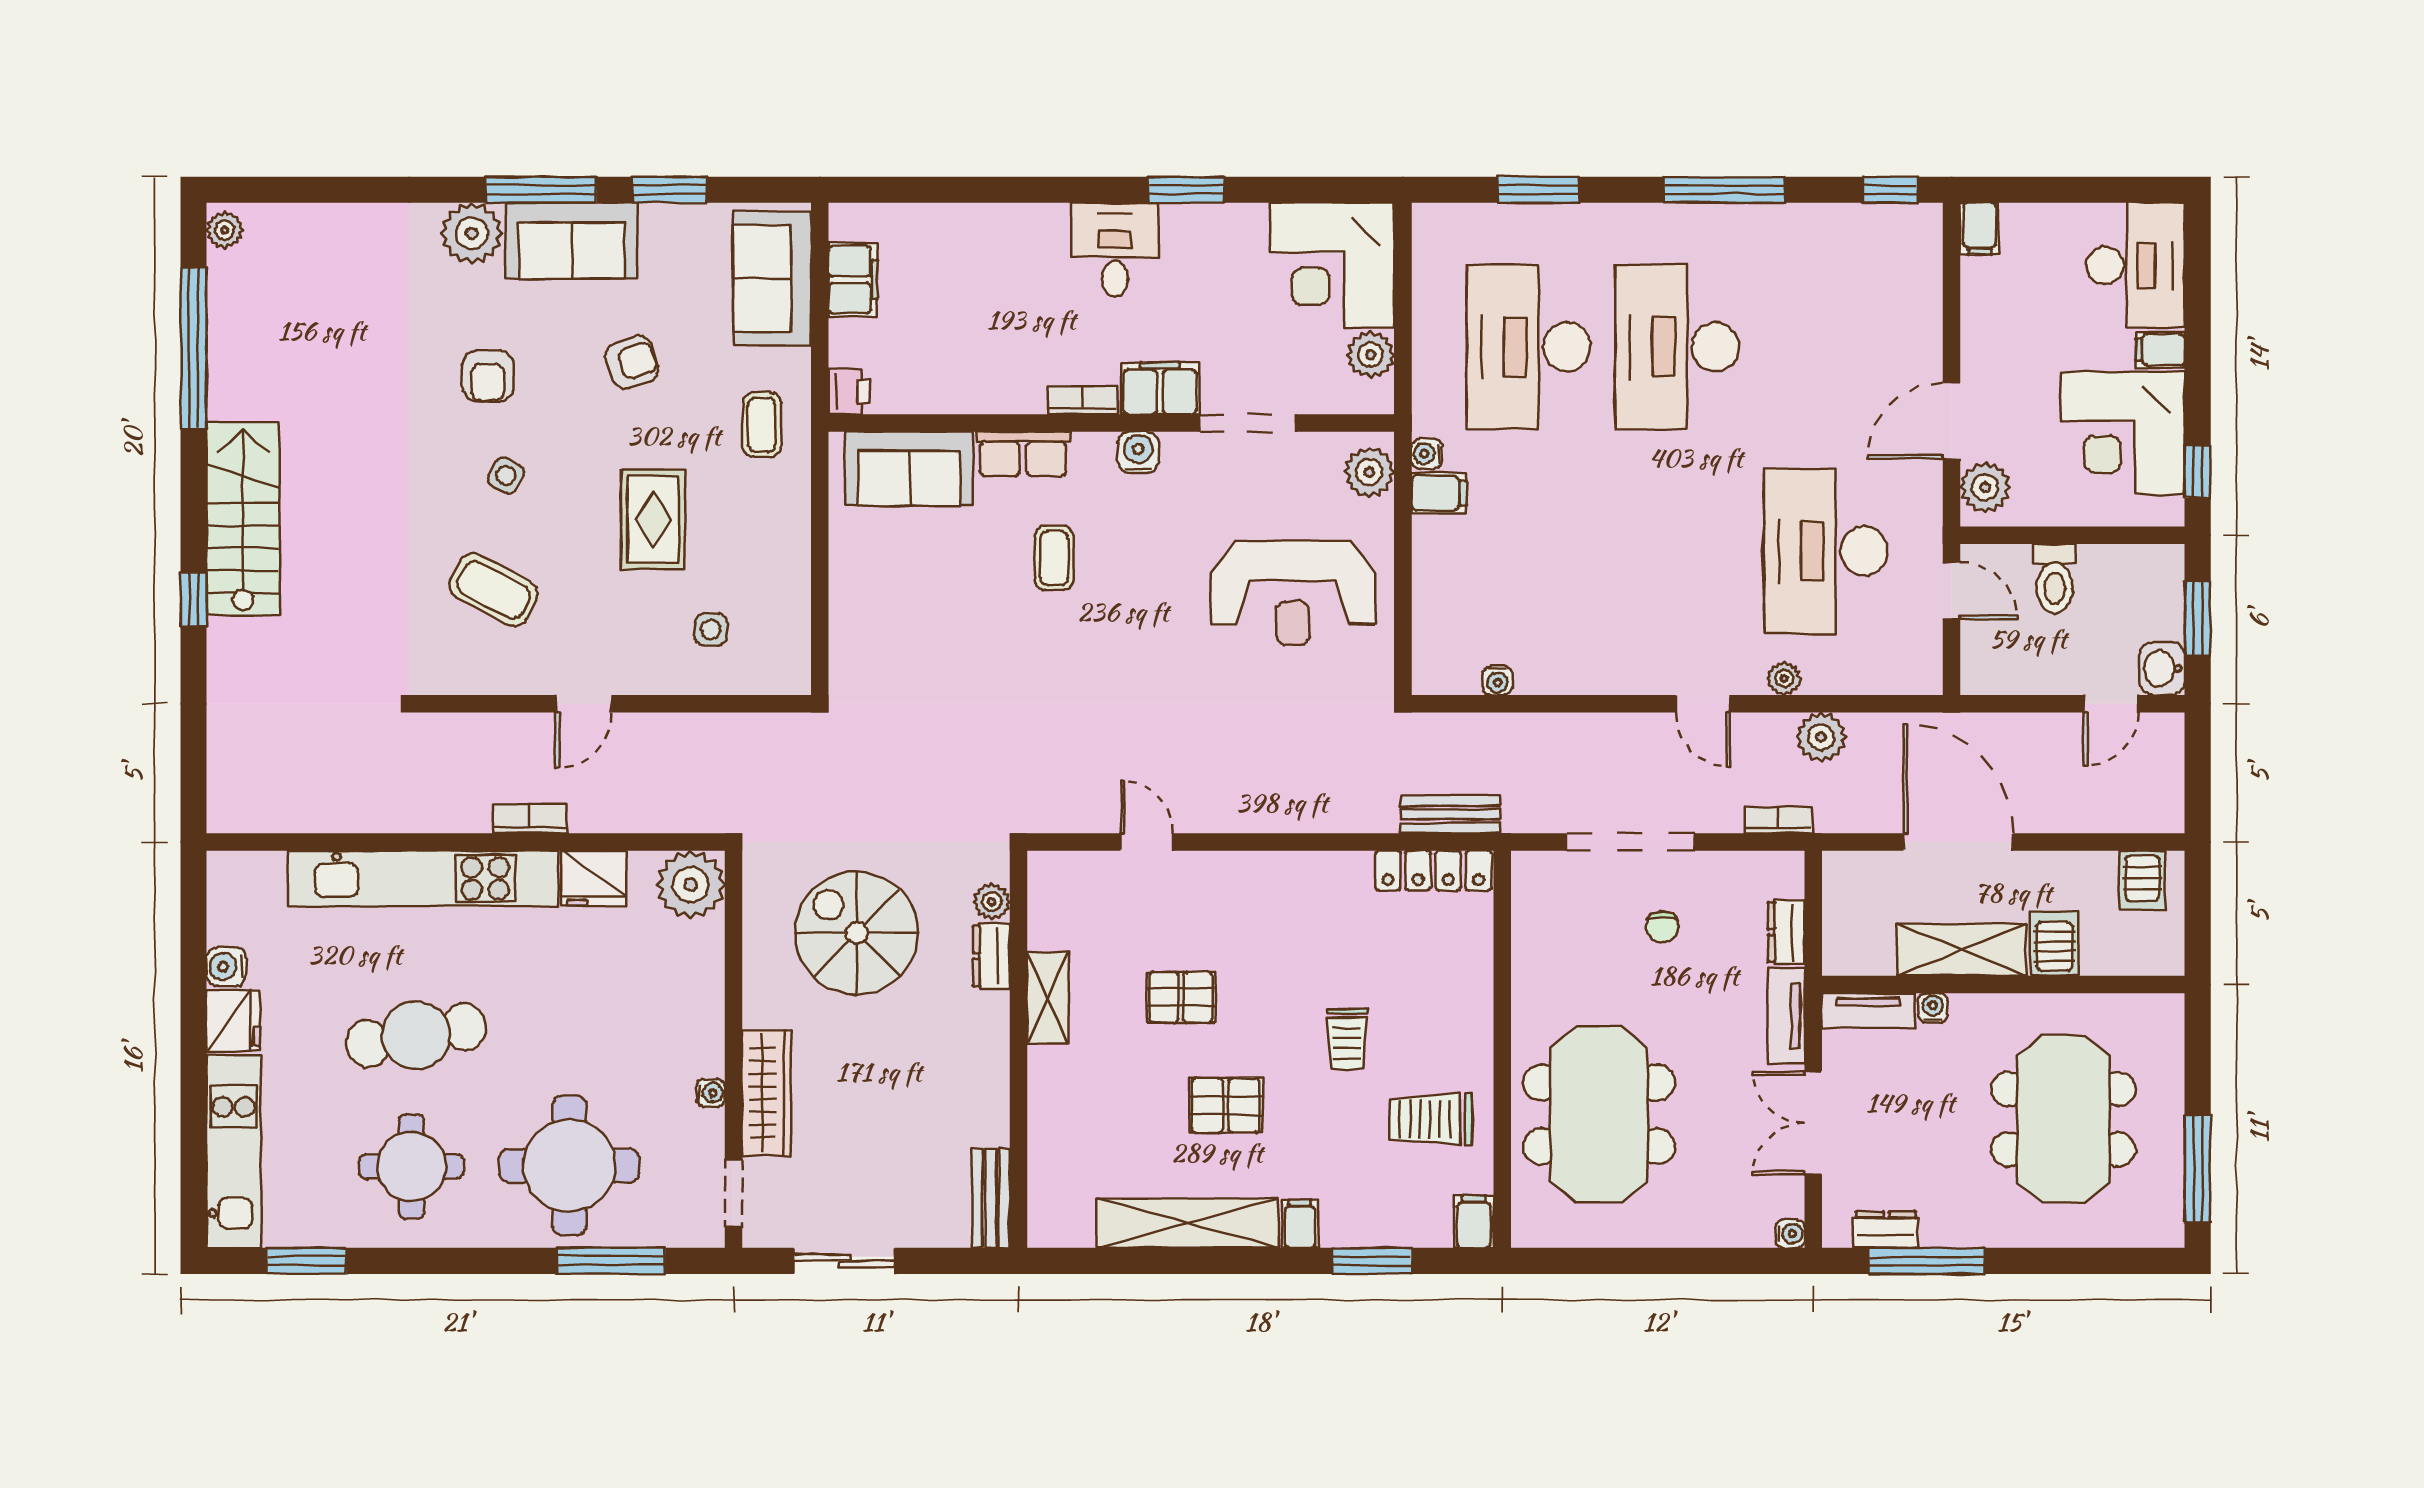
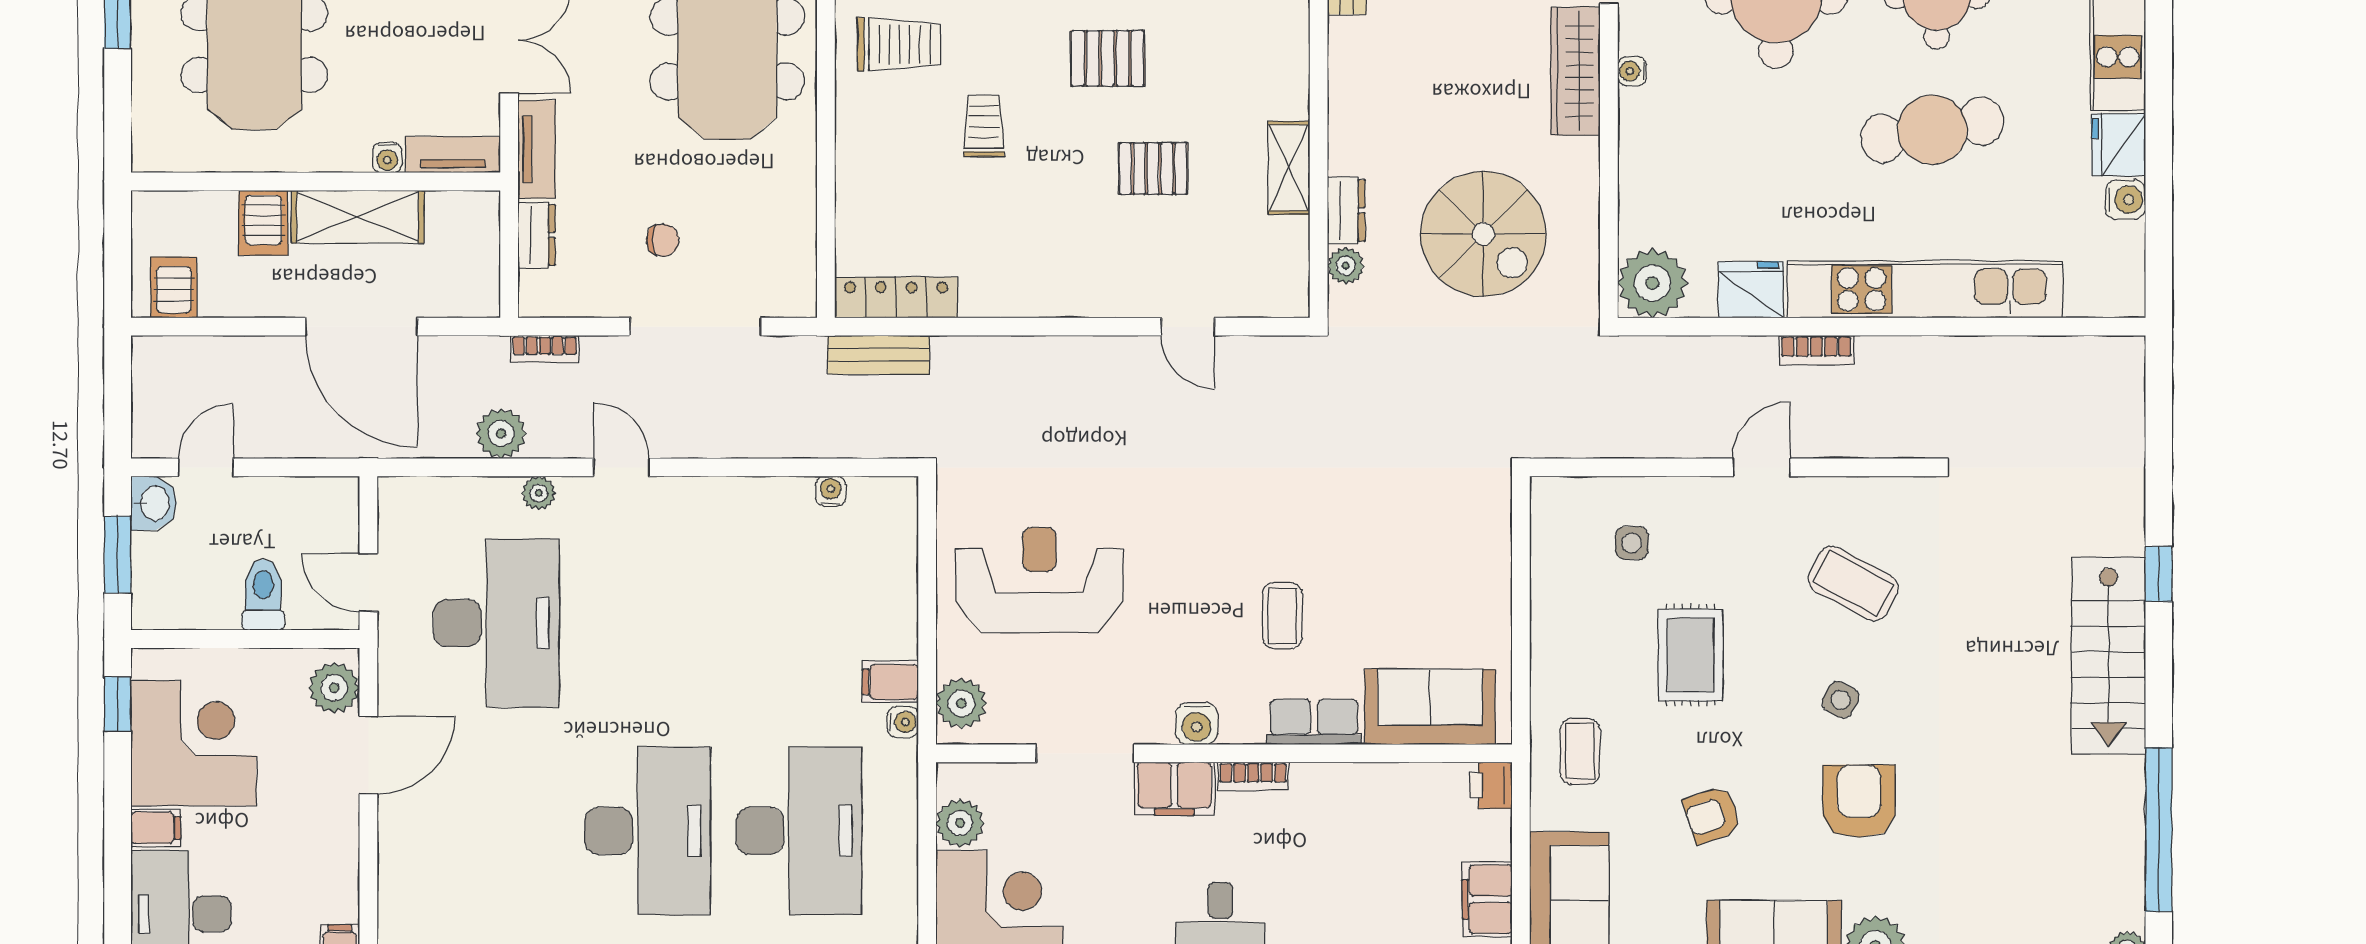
armchair: (488, 376) -> (1859, 801), width x1.38, depth x1.38
chair: (1662, 927) -> (663, 240), turned 90

